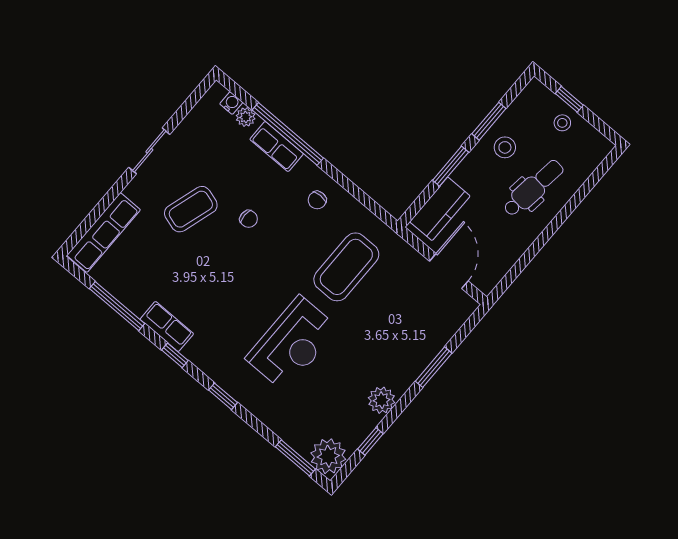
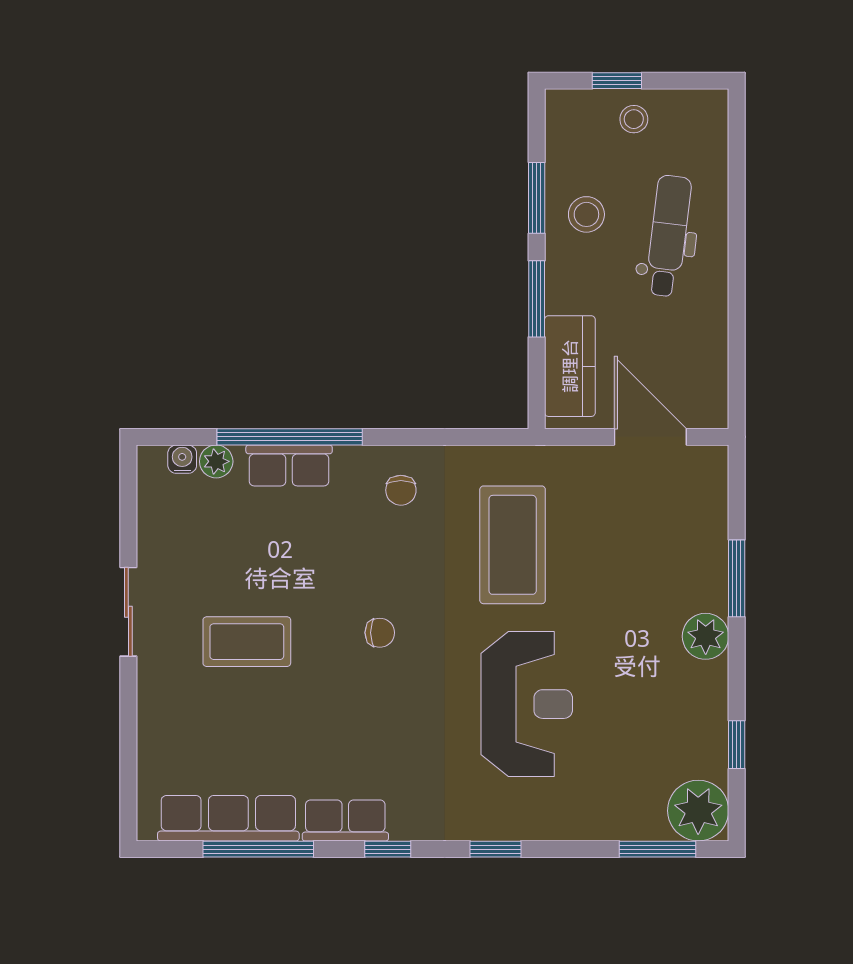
coffee table: (191, 209) -> (247, 642), turned 73
chair: (249, 219) -> (380, 633), moved
row of seats: (104, 233) -> (228, 818), moved, turned -90
plant: (382, 400) -> (706, 636), moved

